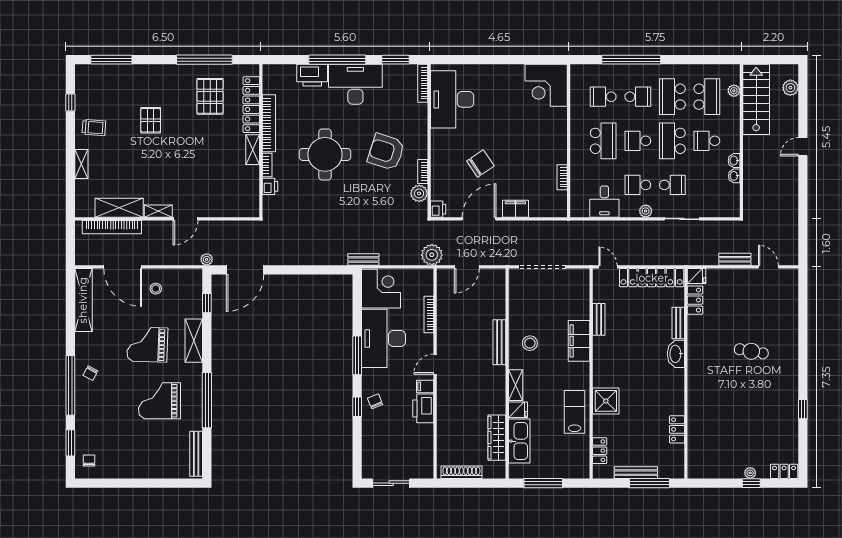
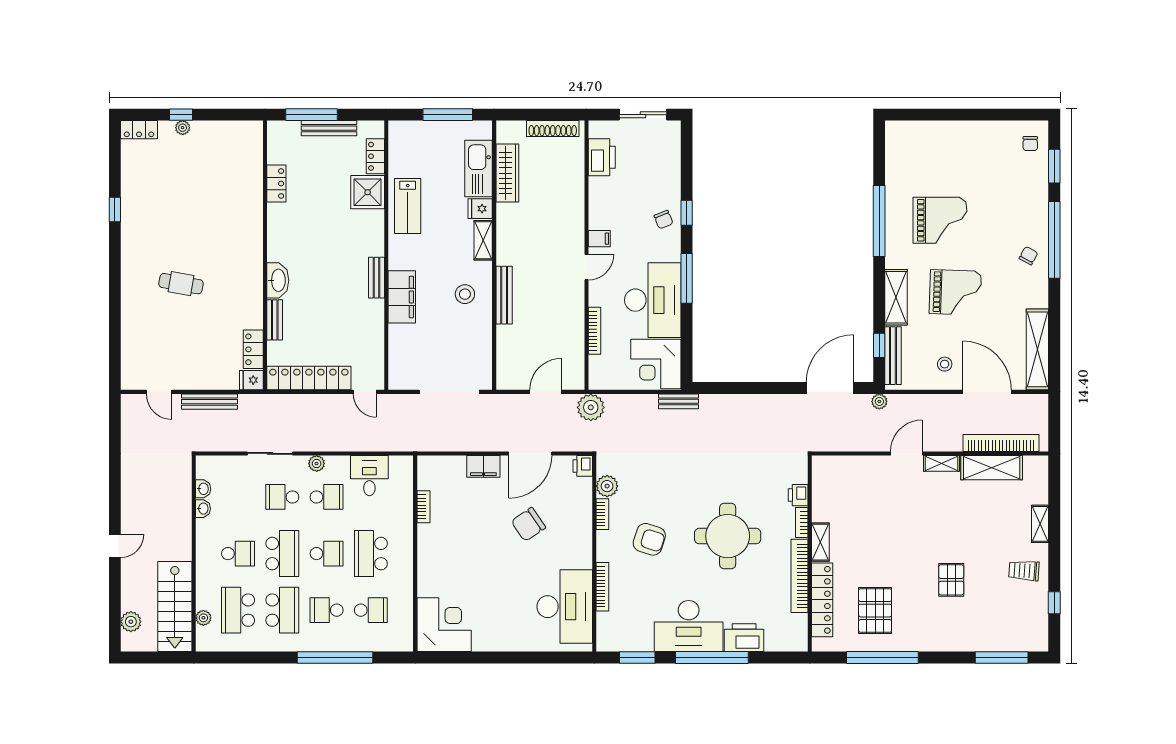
bookcase: (423, 83) -> (602, 587), moved
armchair: (386, 152) -> (649, 539), width x0.73, depth x0.73
washbasin: (734, 161) -> (203, 489), moved
bench: (735, 259) -> (210, 402), width x1.36
bench: (599, 319) -> (377, 278), moved
shower: (606, 401) -> (368, 192), moved
printer: (423, 408) -> (602, 157), moved
bench: (196, 454) -> (893, 356), moved

